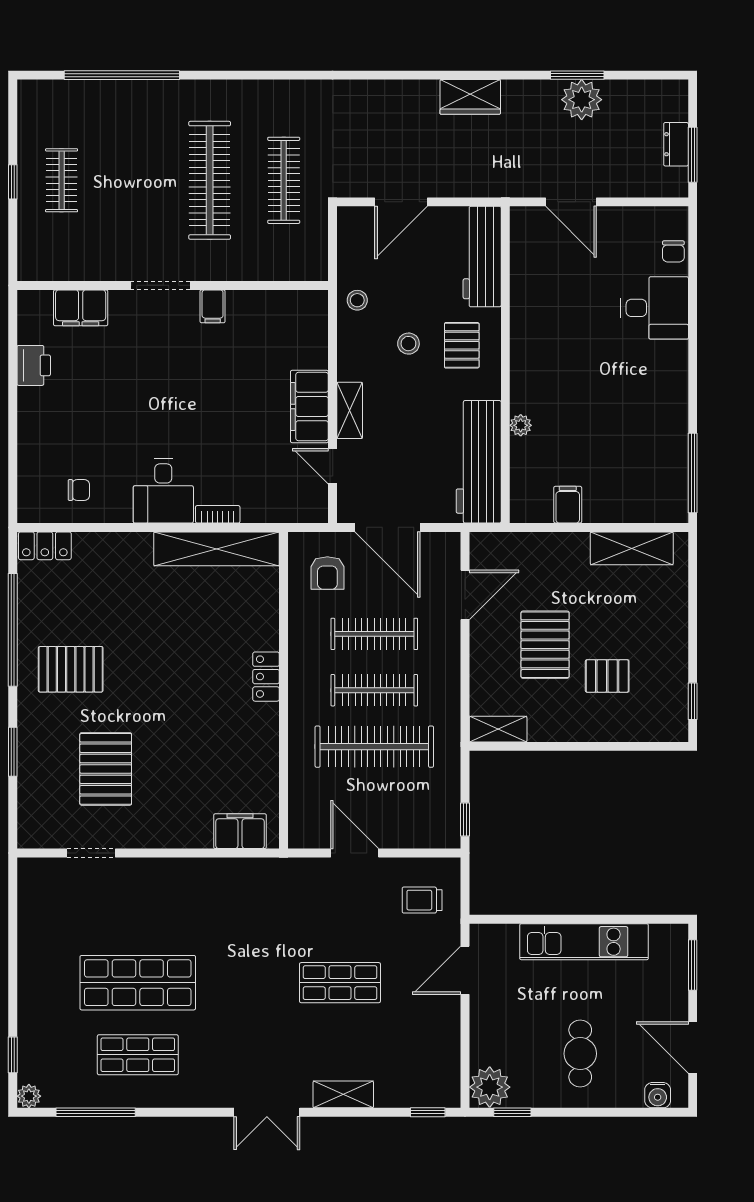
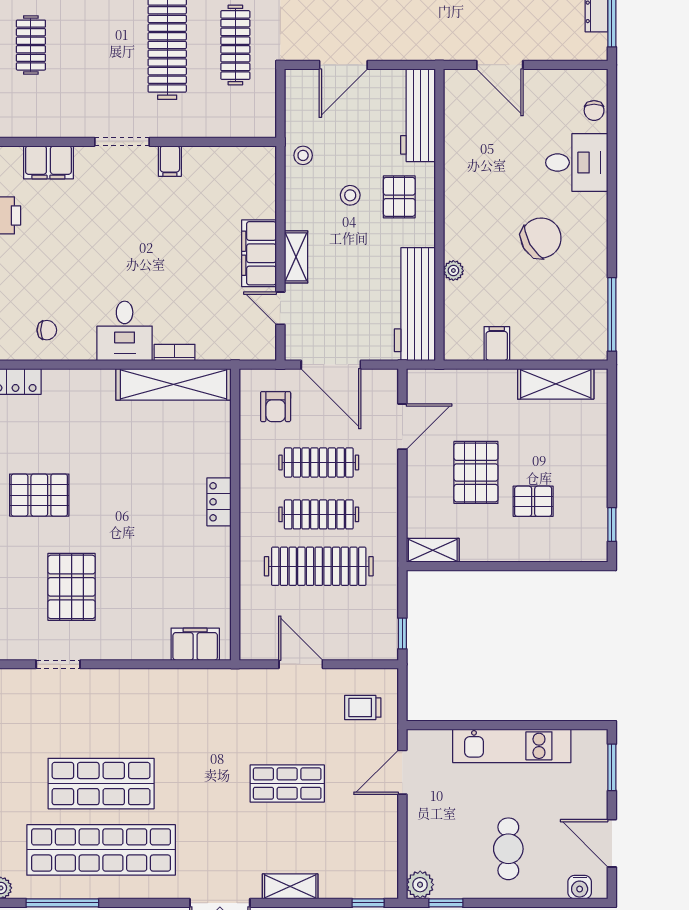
chair: (616, 390) -> (541, 238), added
shop shelf: (138, 1055) -> (101, 850), width x2.00, depth x1.36
plant: (490, 1087) -> (420, 885), width x0.73, depth x0.73

